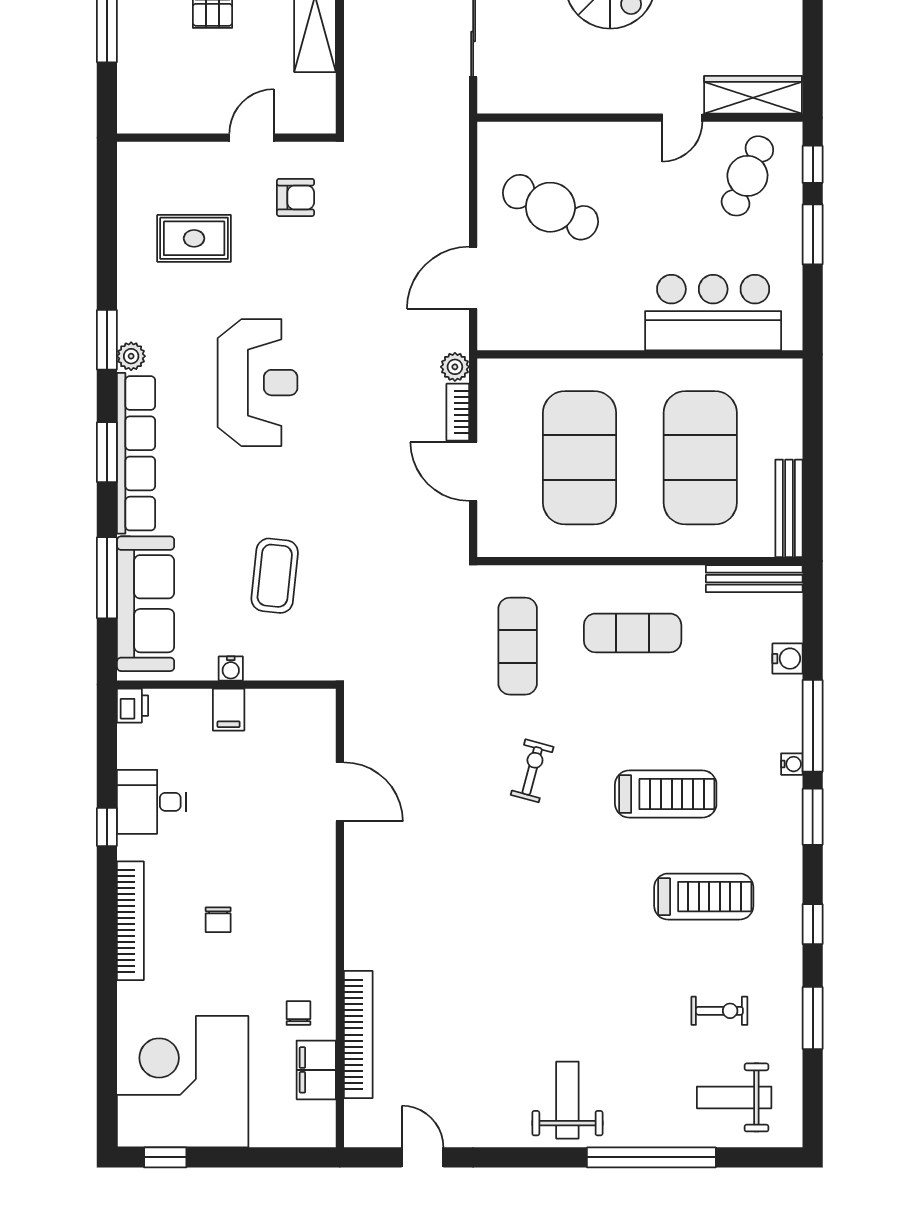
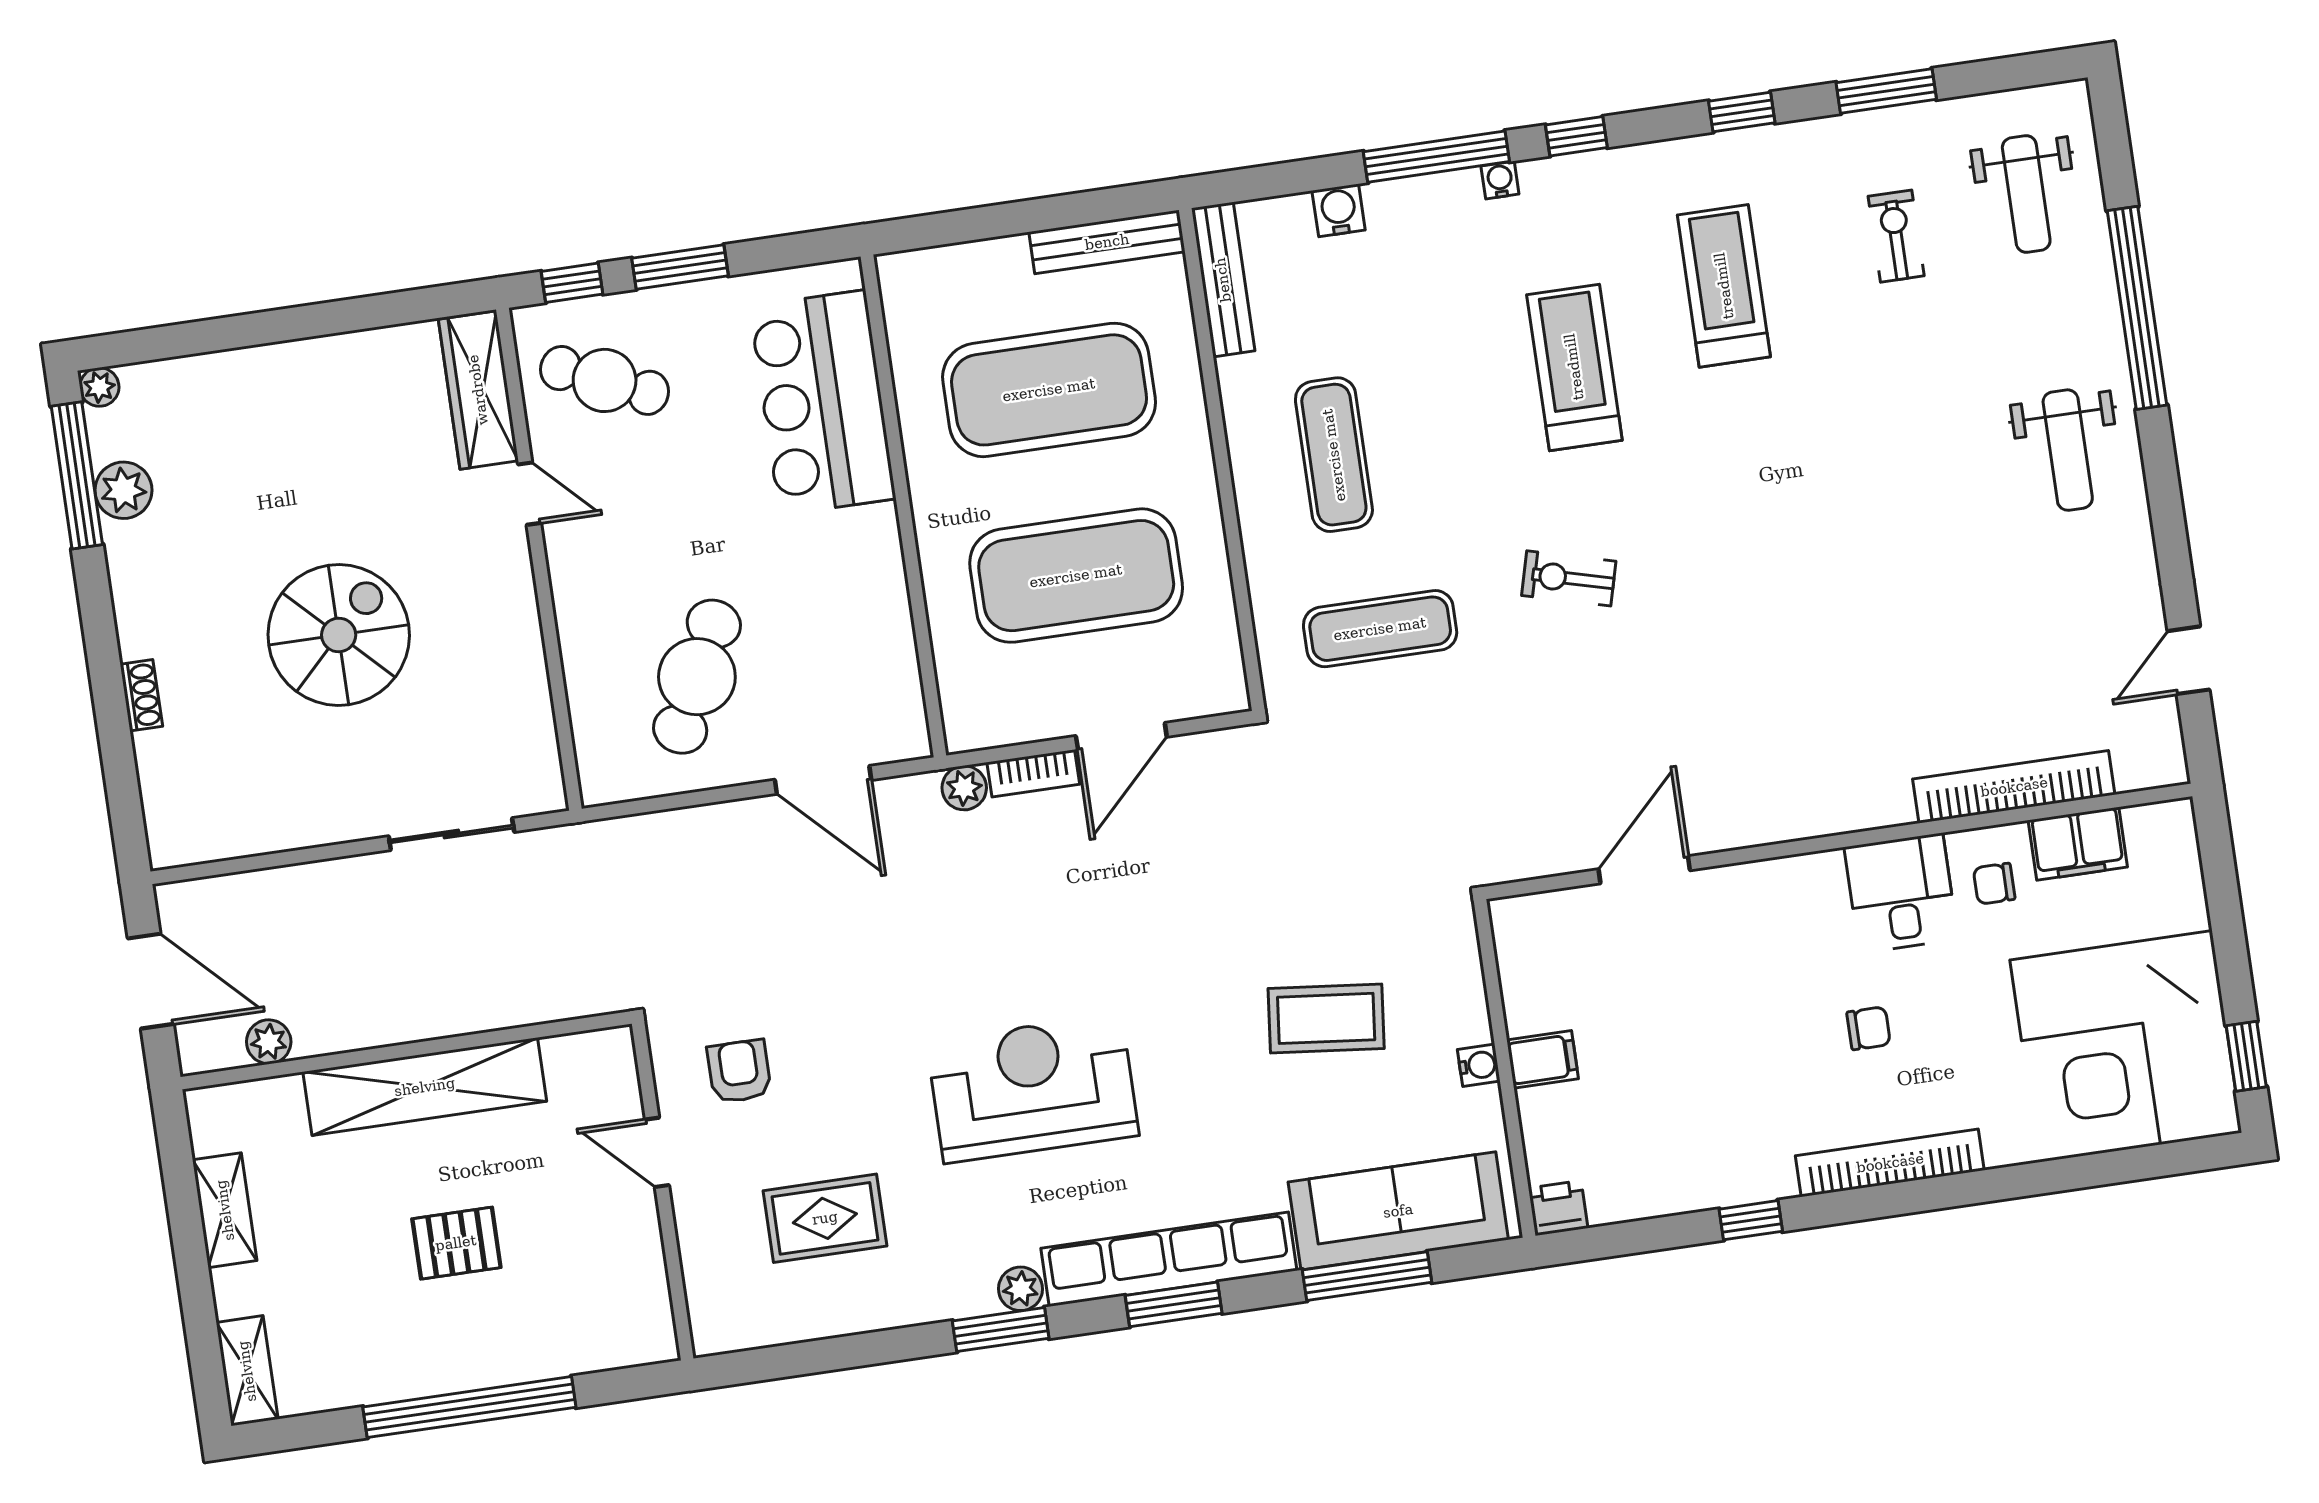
rug: (194, 238) -> (825, 1218), turned 90
desk: (152, 802) -> (1901, 893), moved, turned 180
window: (813, 817) -> (1576, 136), width x0.67
weight bench: (567, 1100) -> (2068, 450), turned -90

